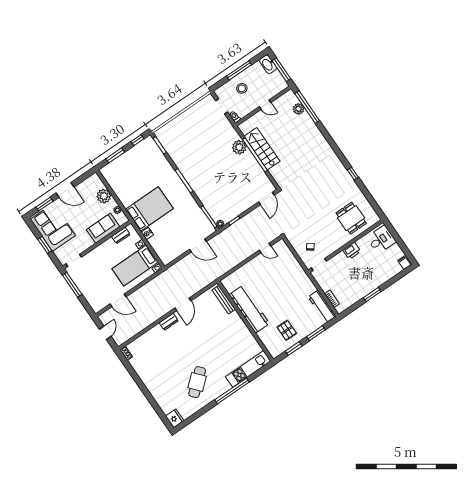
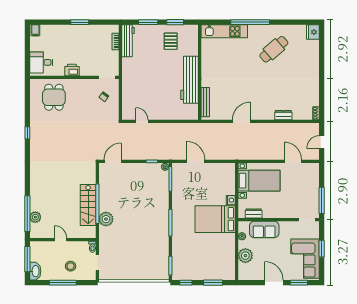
dresser: (169, 322) -> (283, 115), moved

